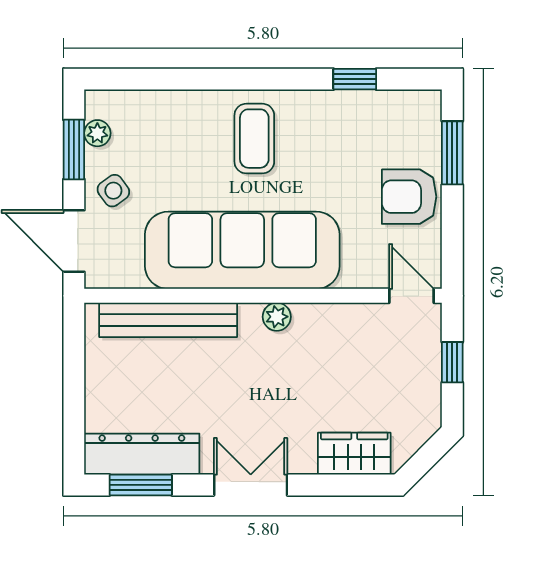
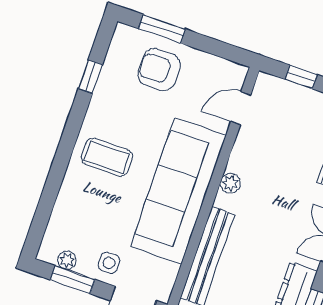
side table: (113, 191) -> (109, 263), turned 36
armchair: (409, 197) -> (159, 70), moved, turned 90
door: (411, 296) -> (241, 108), moved

